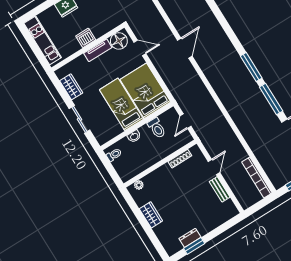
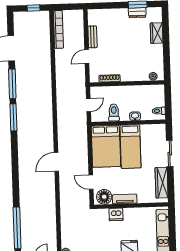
dishwasher: (86, 38) -> (116, 214), moved
wardrobe: (71, 87) -> (162, 183), width x1.50
wardrobe: (151, 215) -> (157, 33), moved

